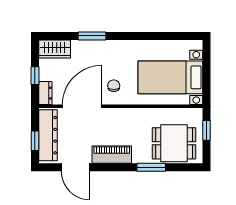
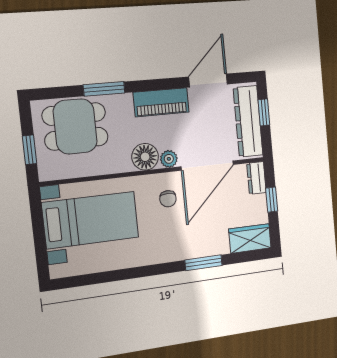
plant: (110, 114) -> (169, 159), added
floor lamp: (127, 117) -> (145, 157), added
door: (75, 167) -> (208, 80), hinge flipped

